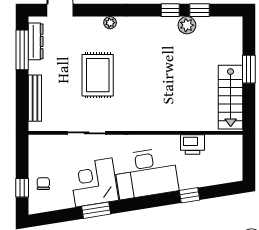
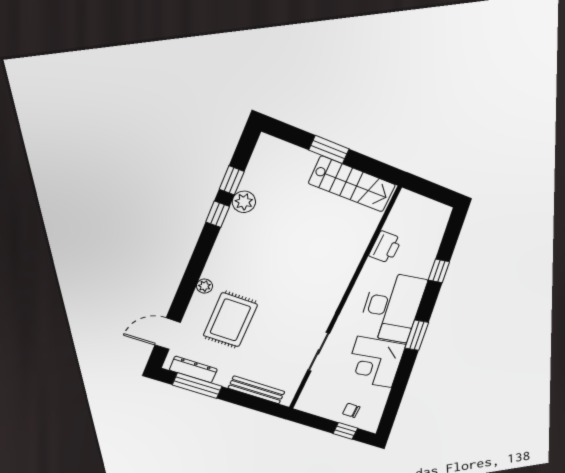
rug: (98, 75) -> (230, 320), moved, turned 90
window: (96, 210) -> (417, 335), moved

